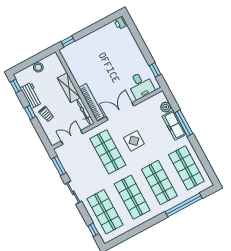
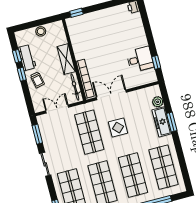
desk: (141, 85) -> (140, 59), moved, turned -90
window: (16, 86) -> (17, 56), moved
window: (184, 123) -> (172, 122), width x0.69

